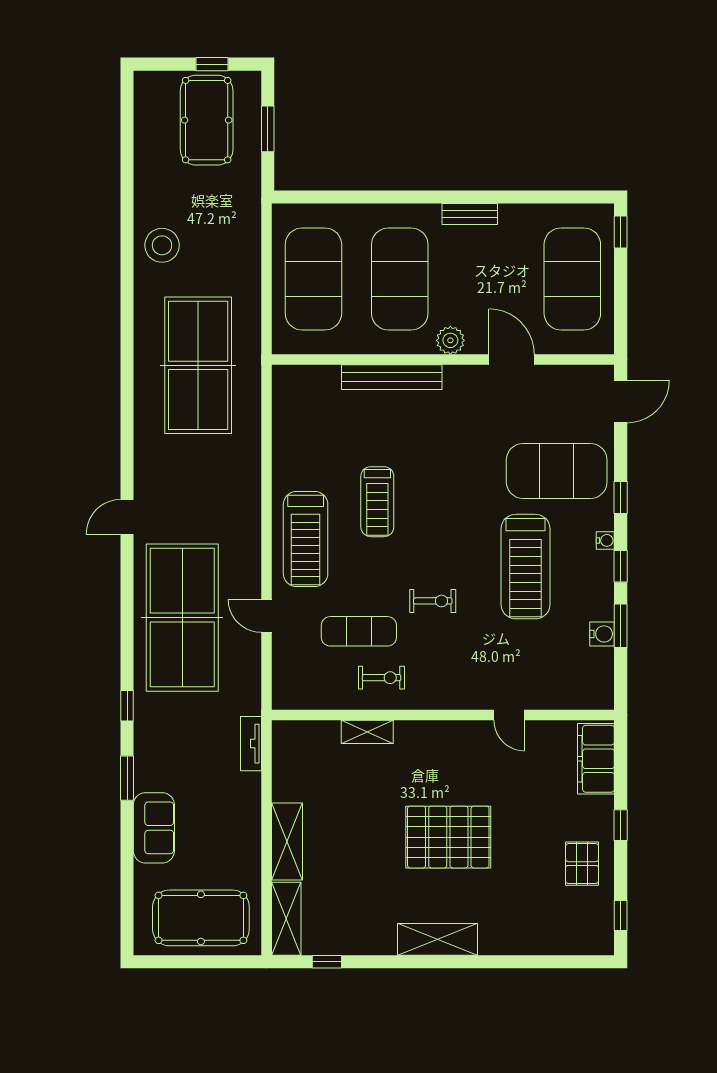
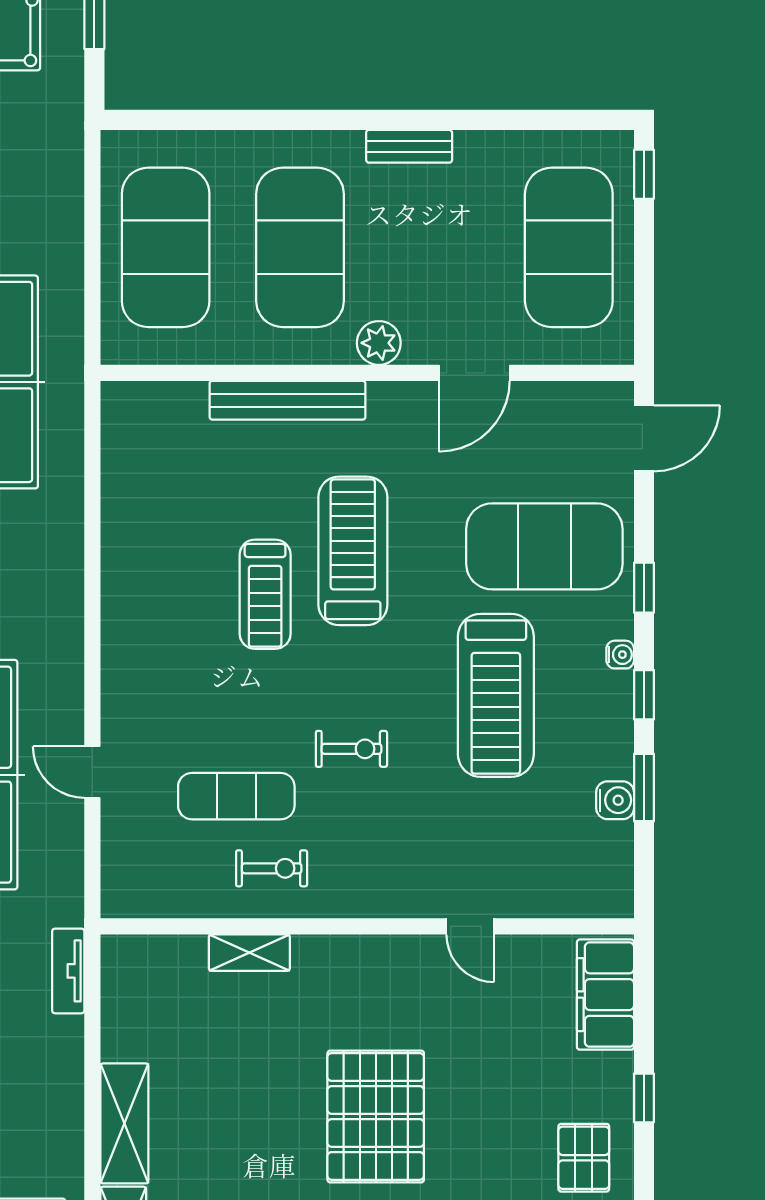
door: (512, 360) -> (474, 373), swing flipped
treadmill: (306, 539) -> (353, 551), moved, turned 180
pallet: (448, 837) -> (376, 1116), turned 90

